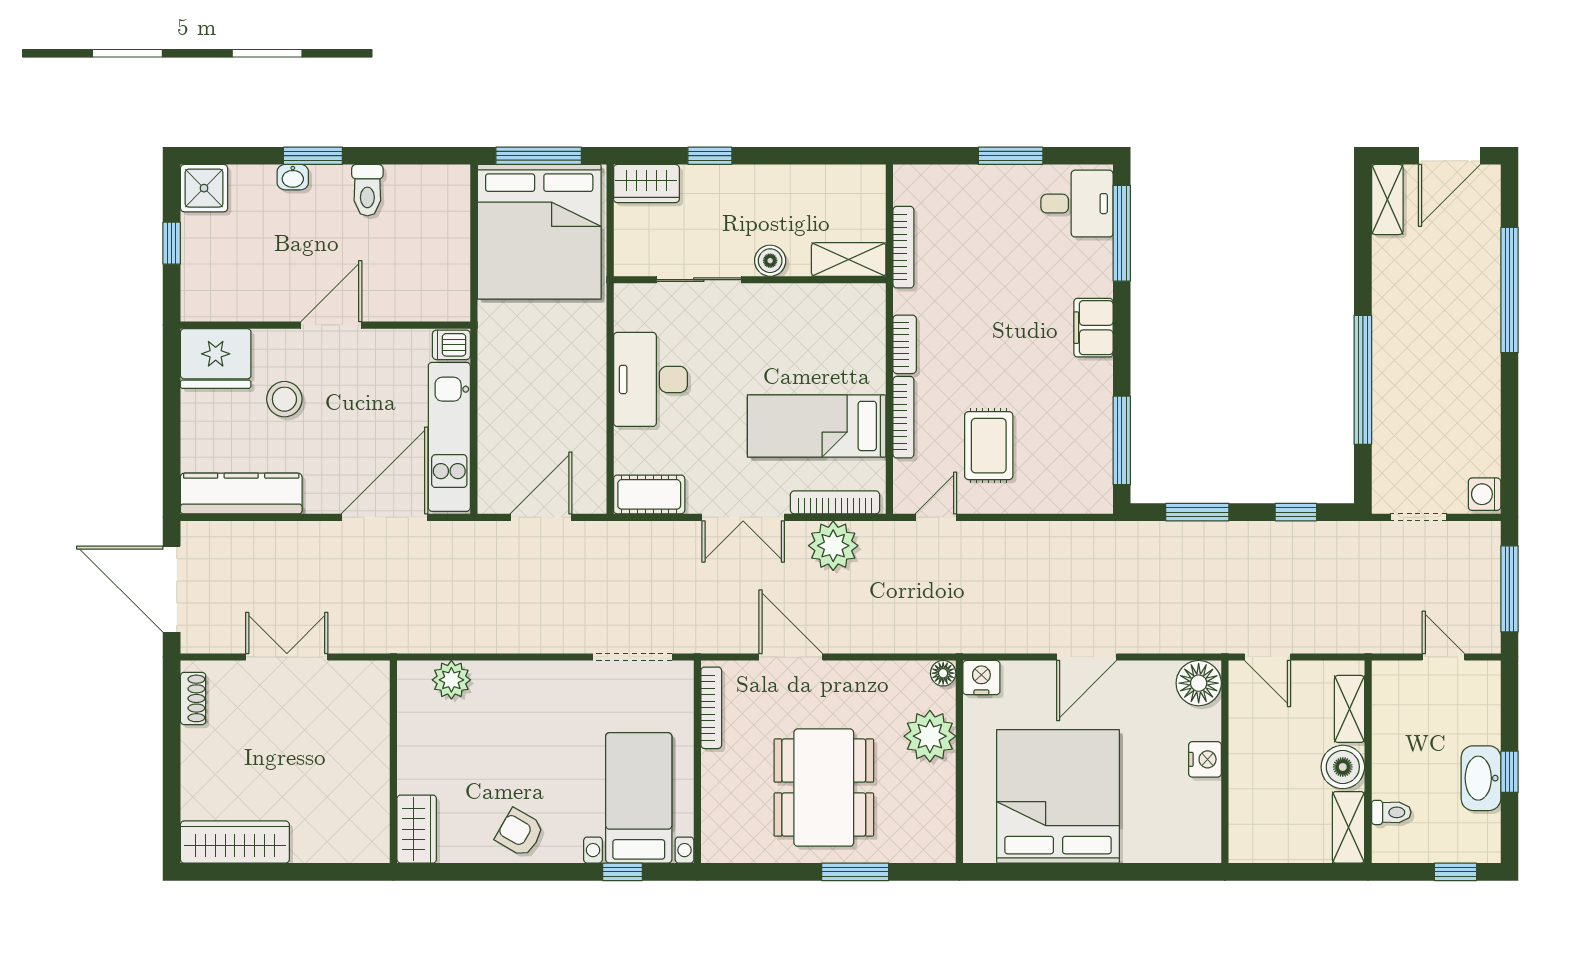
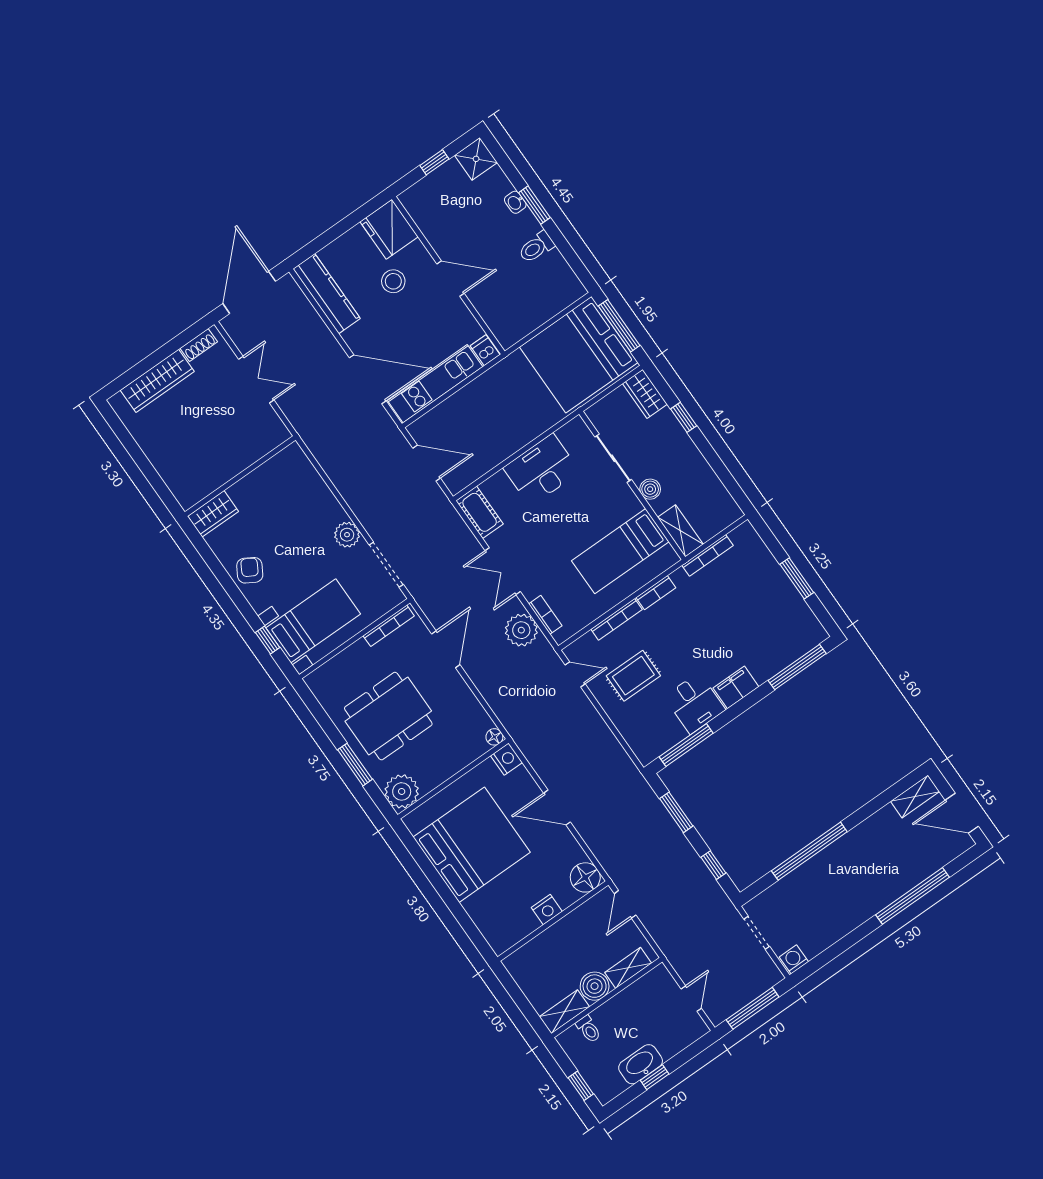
desk: (1077, 204) -> (695, 703), moved
bed: (817, 426) -> (620, 551), moved, turned -90
bookcase: (835, 502) -> (545, 615), width x0.64
plant: (451, 680) -> (347, 535), moved
plant: (930, 736) -> (402, 791), moved
wardrobe: (235, 842) -> (157, 381), moved, turned 90

